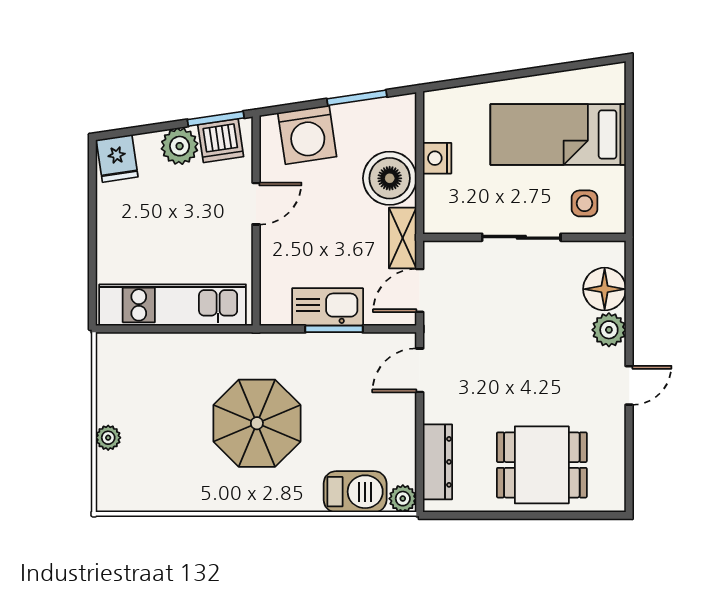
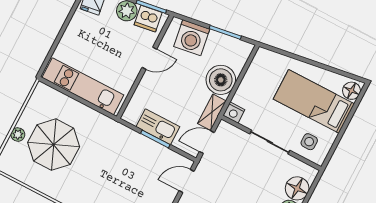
floor lamp: (610, 85) -> (351, 91), added
nightstand: (437, 158) -> (234, 113), moved, turned -90
parasol: (257, 423) -> (54, 145), moved

